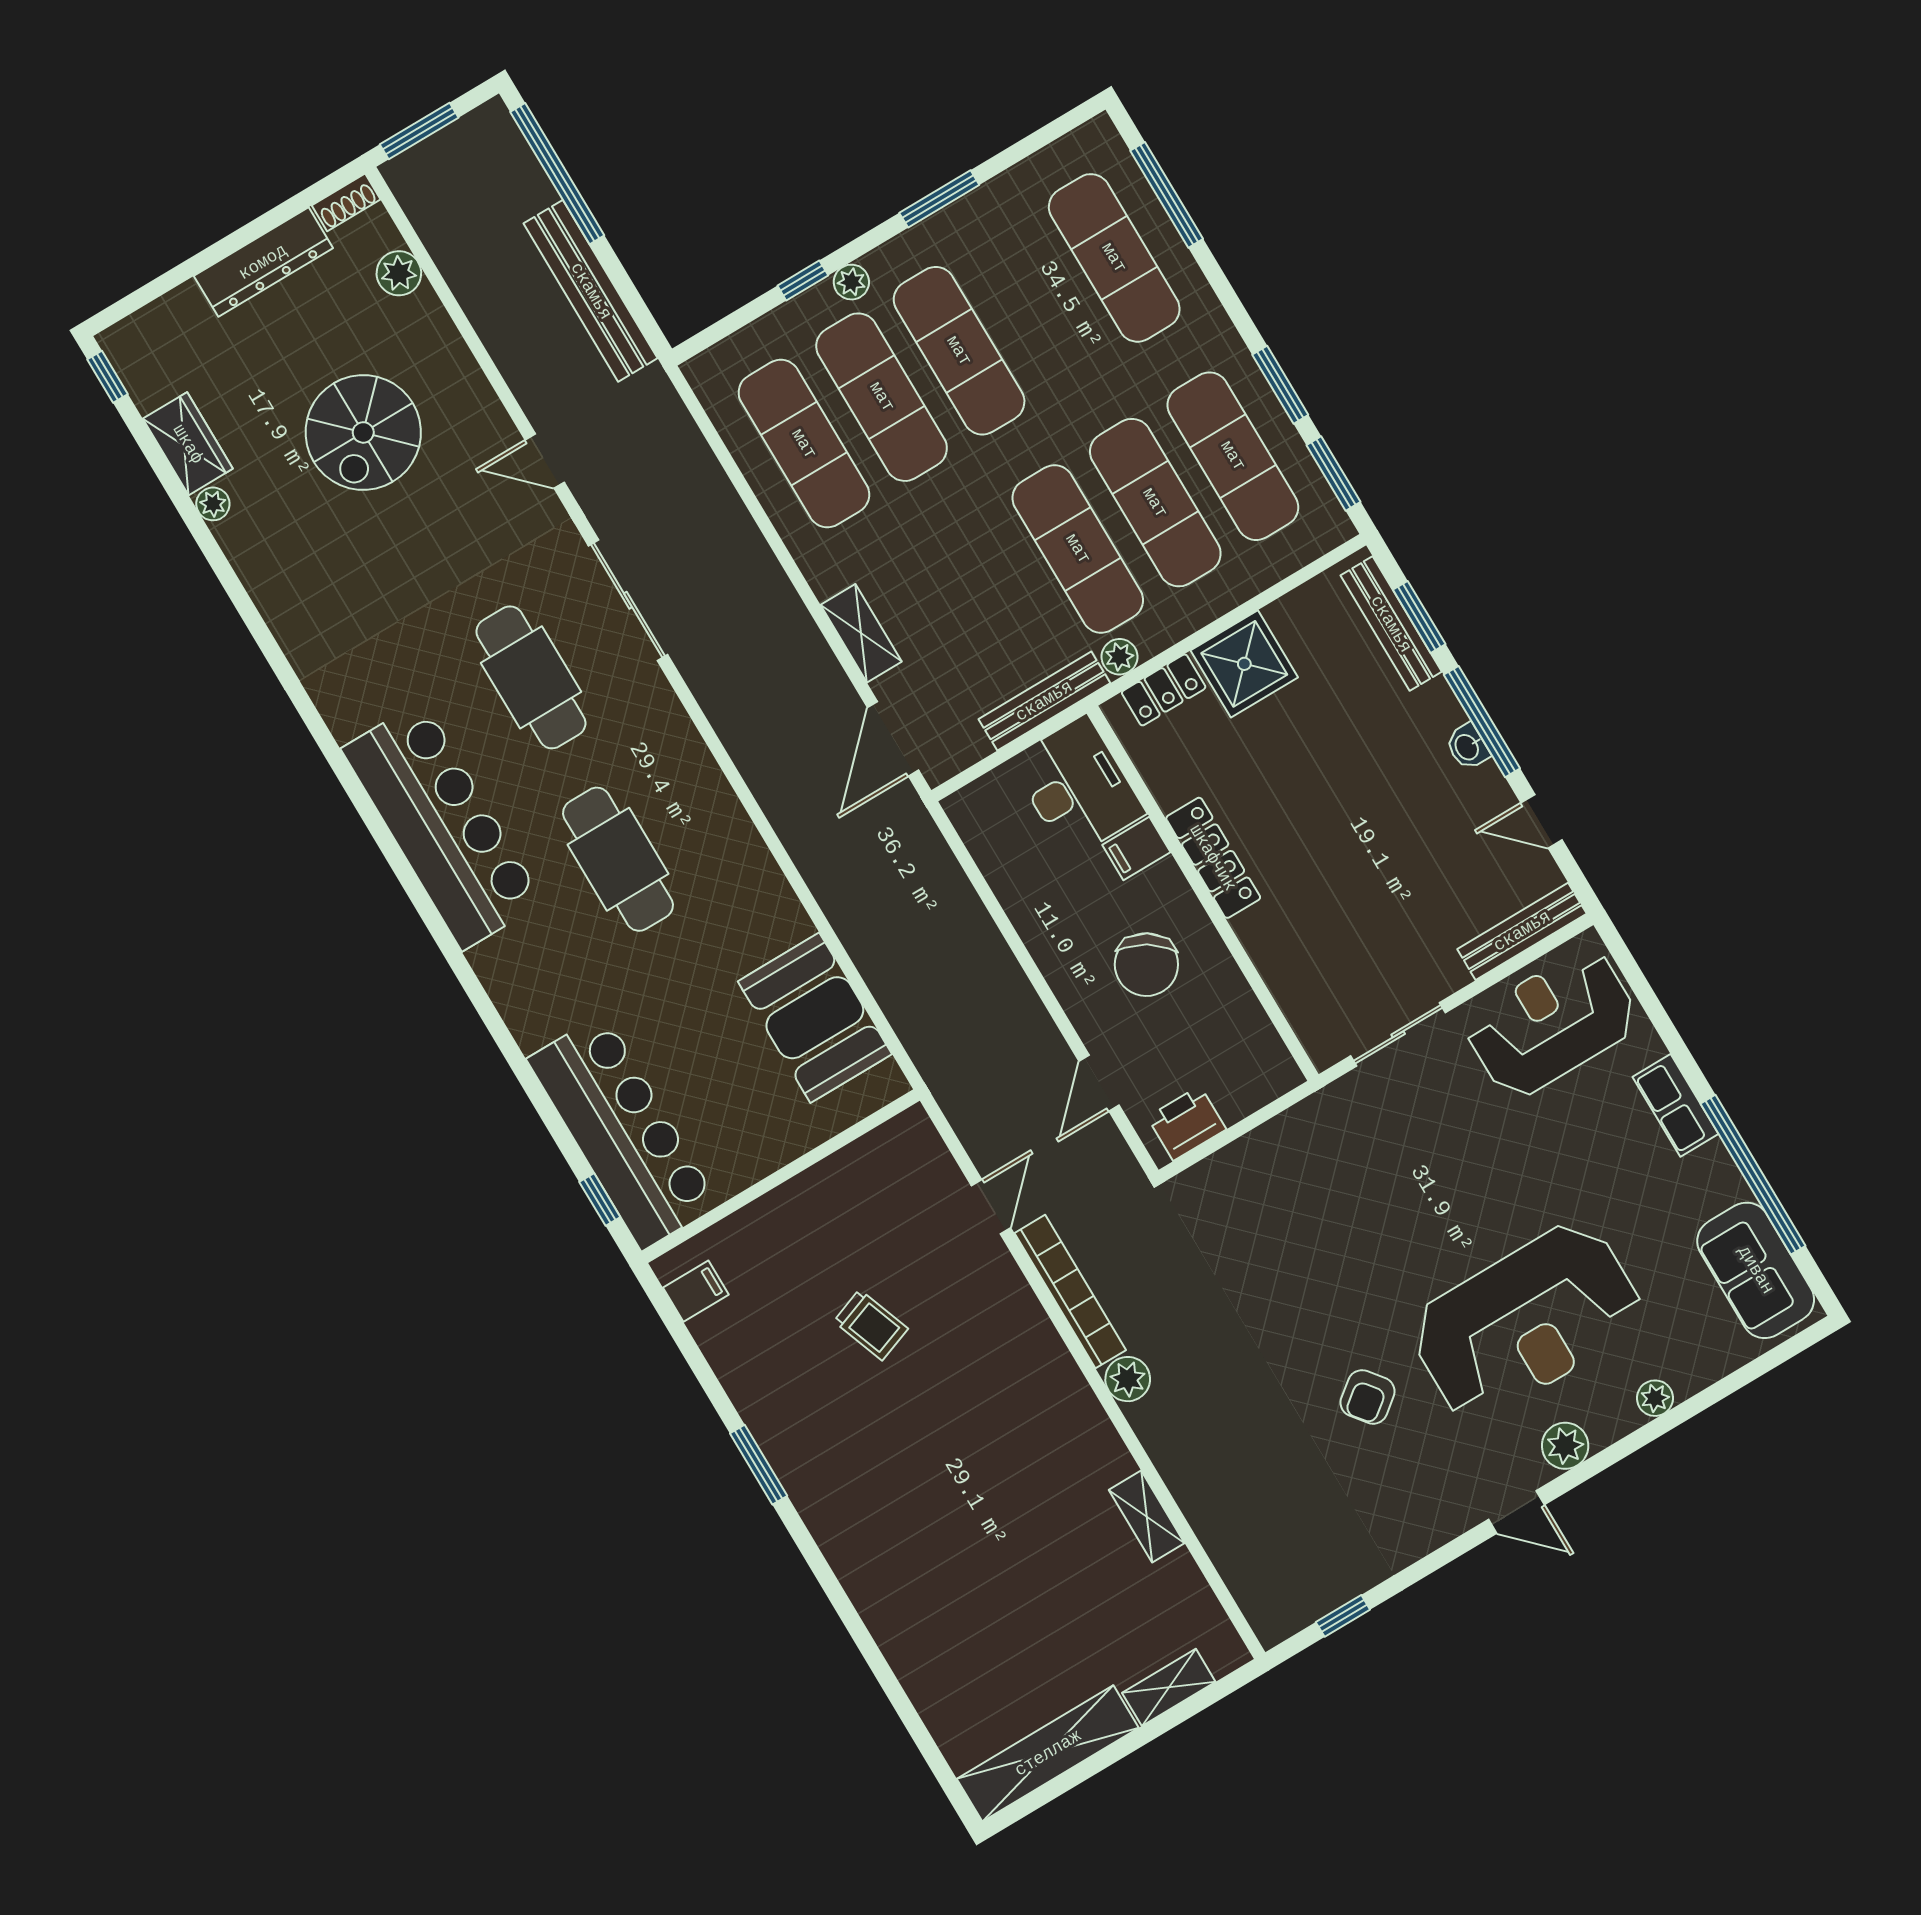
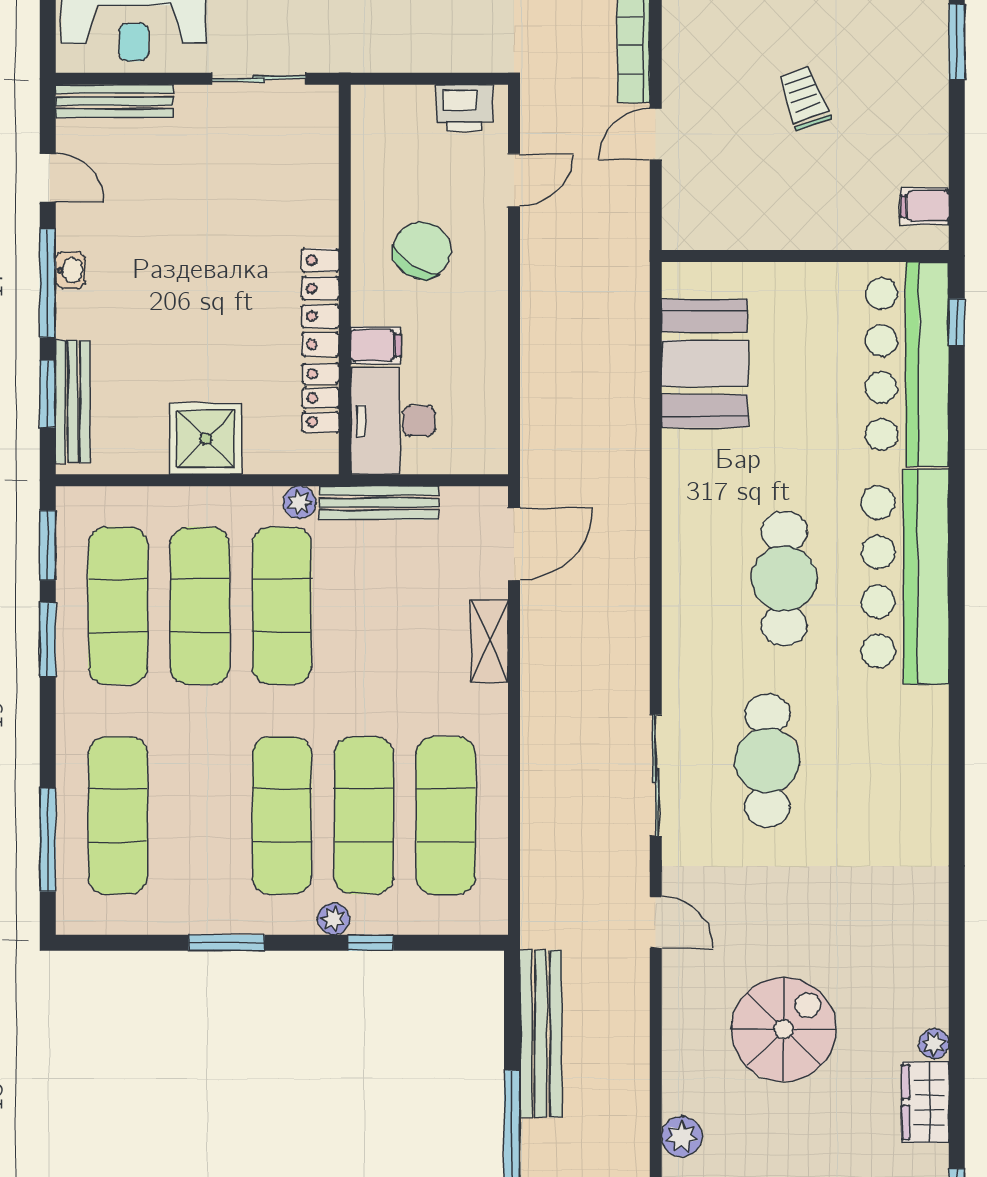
locker: (1164, 690) -> (321, 398), moved, turned -90
bar counter: (442, 826) -> (905, 577), moved

